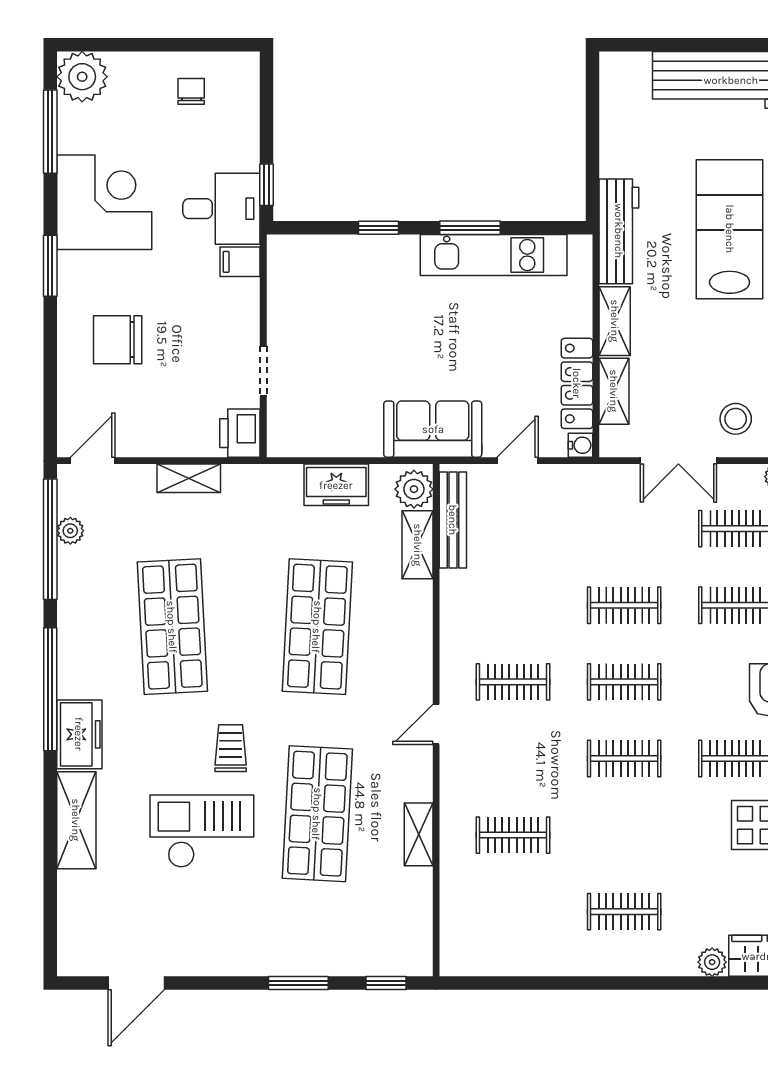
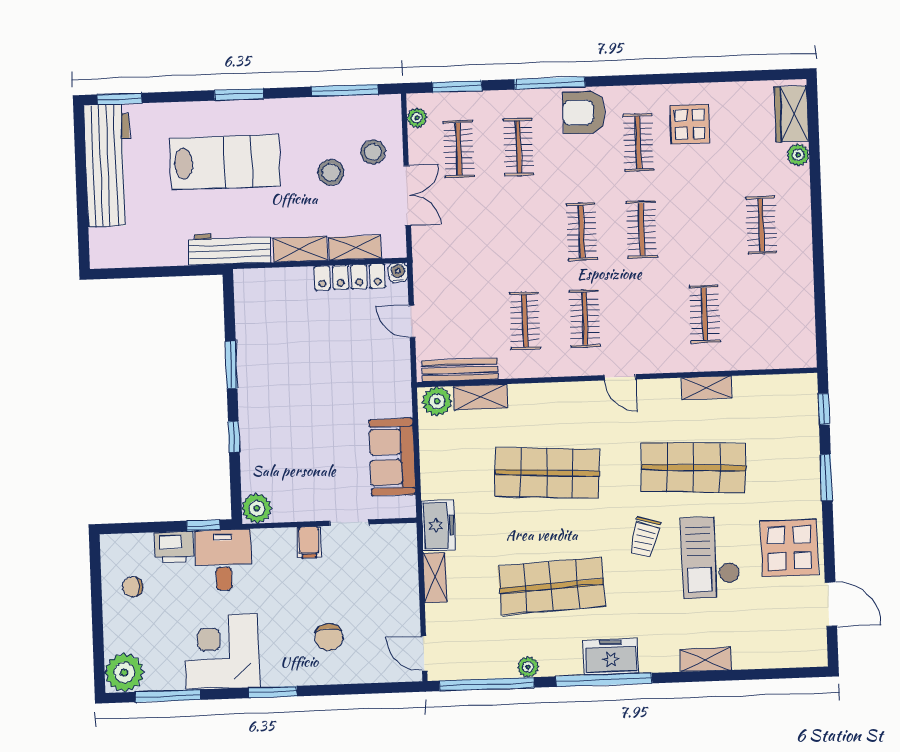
lab bench: (730, 229) -> (225, 162), turned 180
plant: (286, 254) -> (257, 508), added
kitchen unit: (494, 255) -> (252, 346), removed
filing cabinet: (240, 262) -> (309, 542), moved
chair: (118, 340) -> (329, 637), width x0.73, depth x0.73
stool: (712, 364) -> (331, 172), added
sofa: (433, 429) -> (392, 457), moved
printer: (240, 433) -> (174, 547), moved
freezer: (336, 485) -> (438, 526), moved
plant: (70, 531) -> (528, 667), moved
clothes rail: (624, 605) -> (525, 321), moved
freezer: (79, 734) -> (611, 657), moved
trolley: (231, 748) -> (645, 537), turned -74
shelving: (76, 820) -> (706, 660), width x0.67, depth x0.75
display table: (210, 933) -> (789, 548), added

